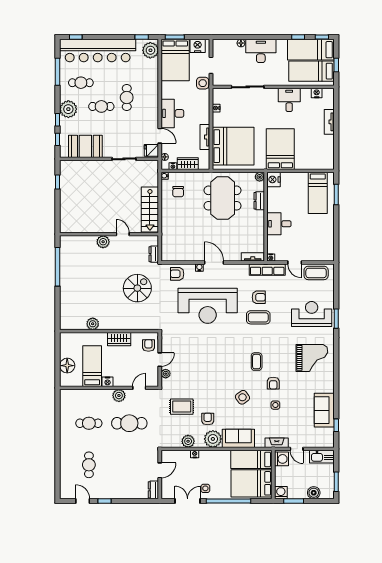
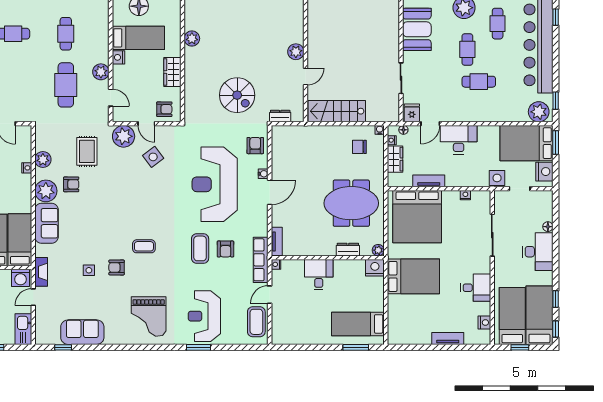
reception desk: (312, 314) -> (204, 316), turned 180
plant: (166, 374) -> (124, 136), width x1.88, depth x1.88
side table: (242, 397) -> (153, 157), moved

